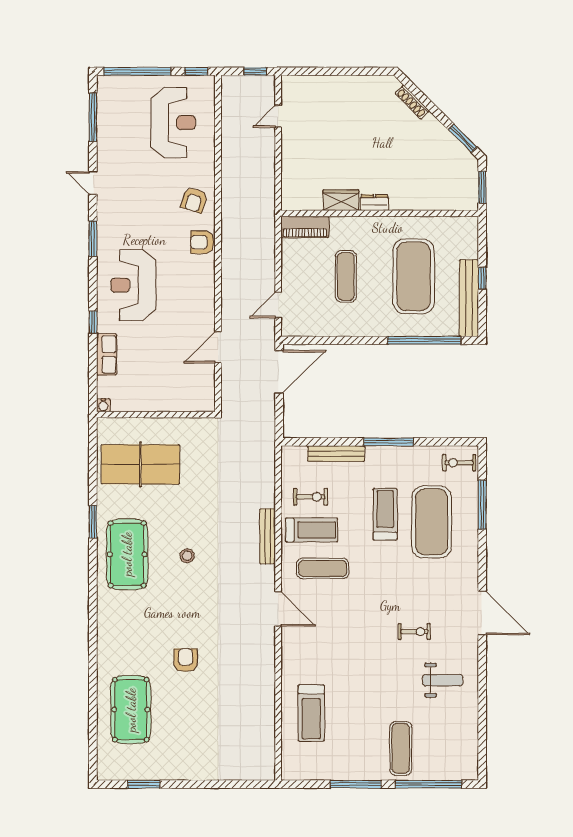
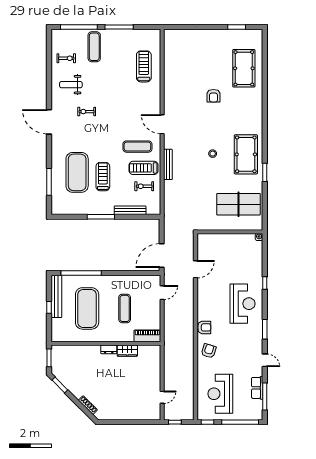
row of seats: (107, 354) -> (257, 388), moved
exercise bike: (459, 463) -> (66, 58), moved
treadmill: (385, 514) -> (103, 177), turned 180

